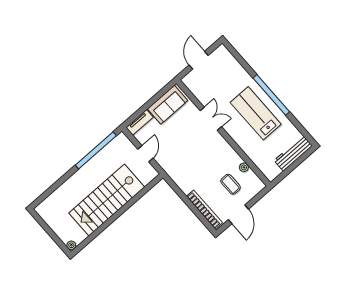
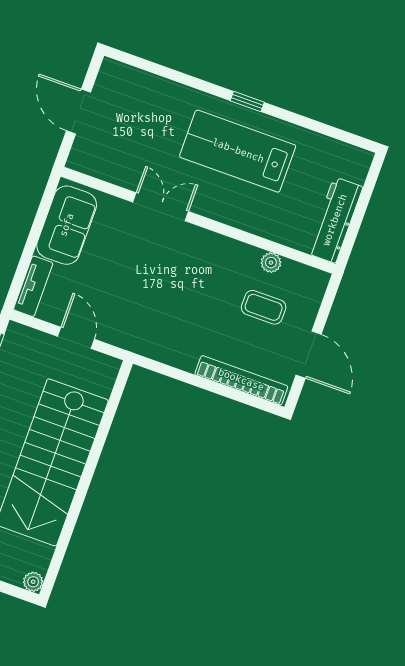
window: (271, 95) -> (247, 101), width x0.32
workbench: (293, 153) -> (335, 220), moved

